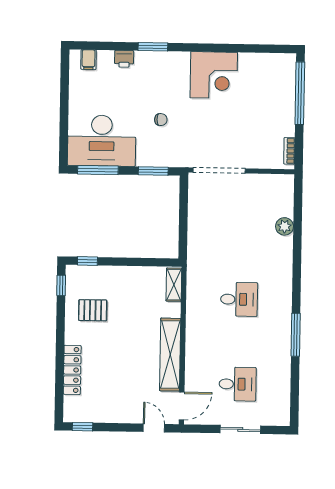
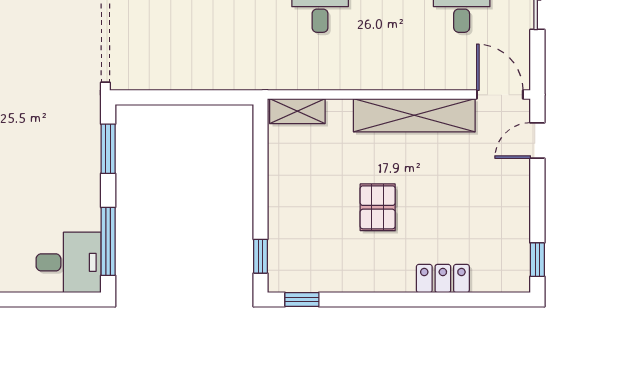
chair: (161, 120) -> (22, 138), removed
desk: (102, 141) -> (69, 262), width x0.53, depth x0.77
pallet: (93, 310) -> (378, 207), moved
locker: (72, 370) -> (443, 278), width x0.66

